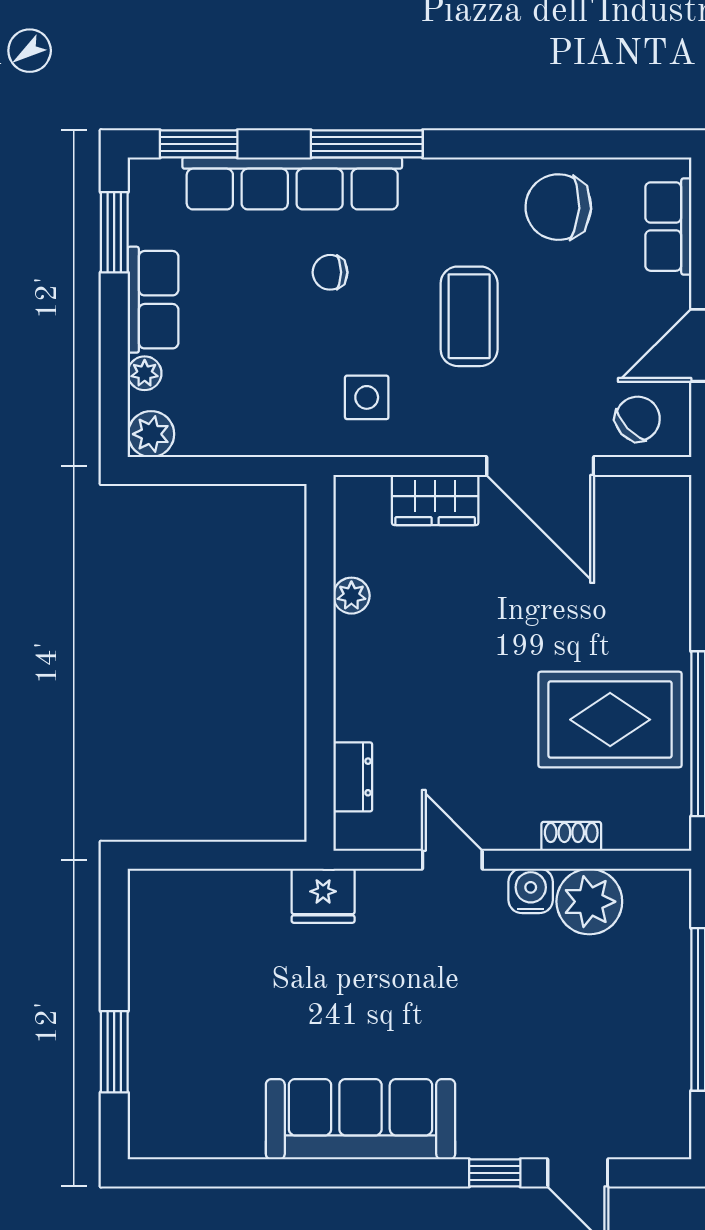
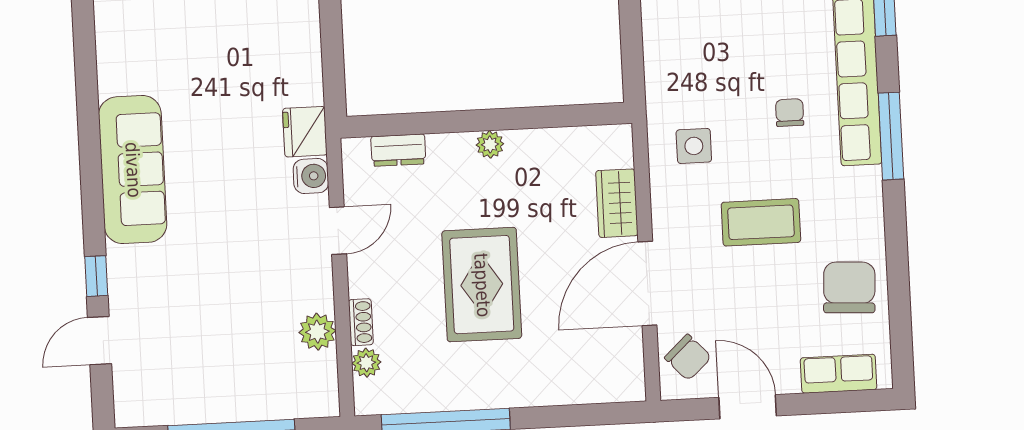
plant: (351, 596) -> (490, 144), moved
rug: (610, 720) -> (482, 285), moved
plant: (624, 832) -> (366, 363), added
water cooler: (531, 891) -> (311, 176), moved
plant: (589, 902) -> (317, 332), width x0.73, depth x0.73

